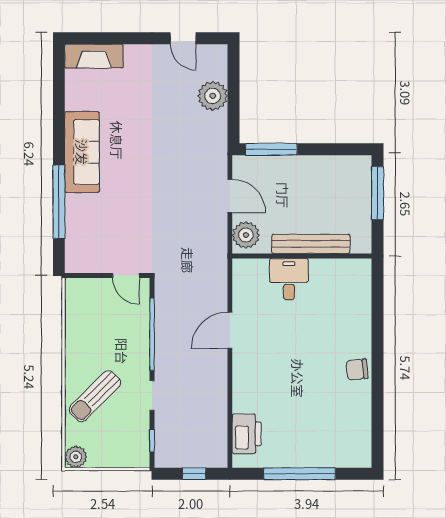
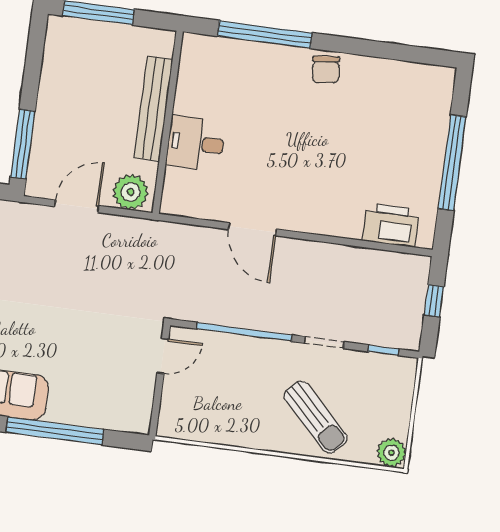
window: (378, 320) -> (265, 34), added

